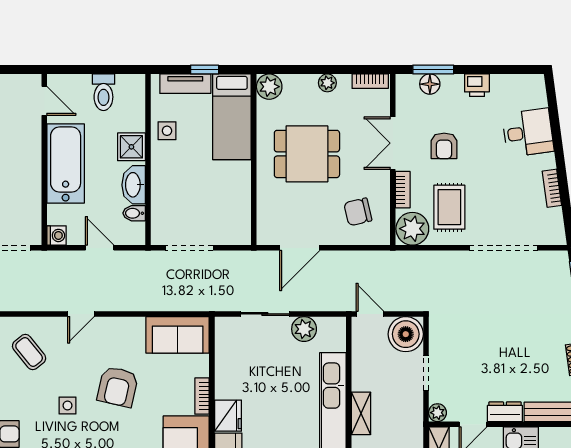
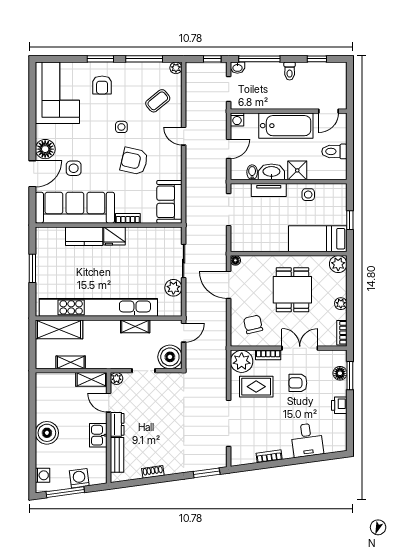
tv unit: (185, 84) -> (269, 190), moved, turned -90
floor lamp: (264, 238) -> (235, 260), added
shelving: (361, 413) -> (135, 326), moved

